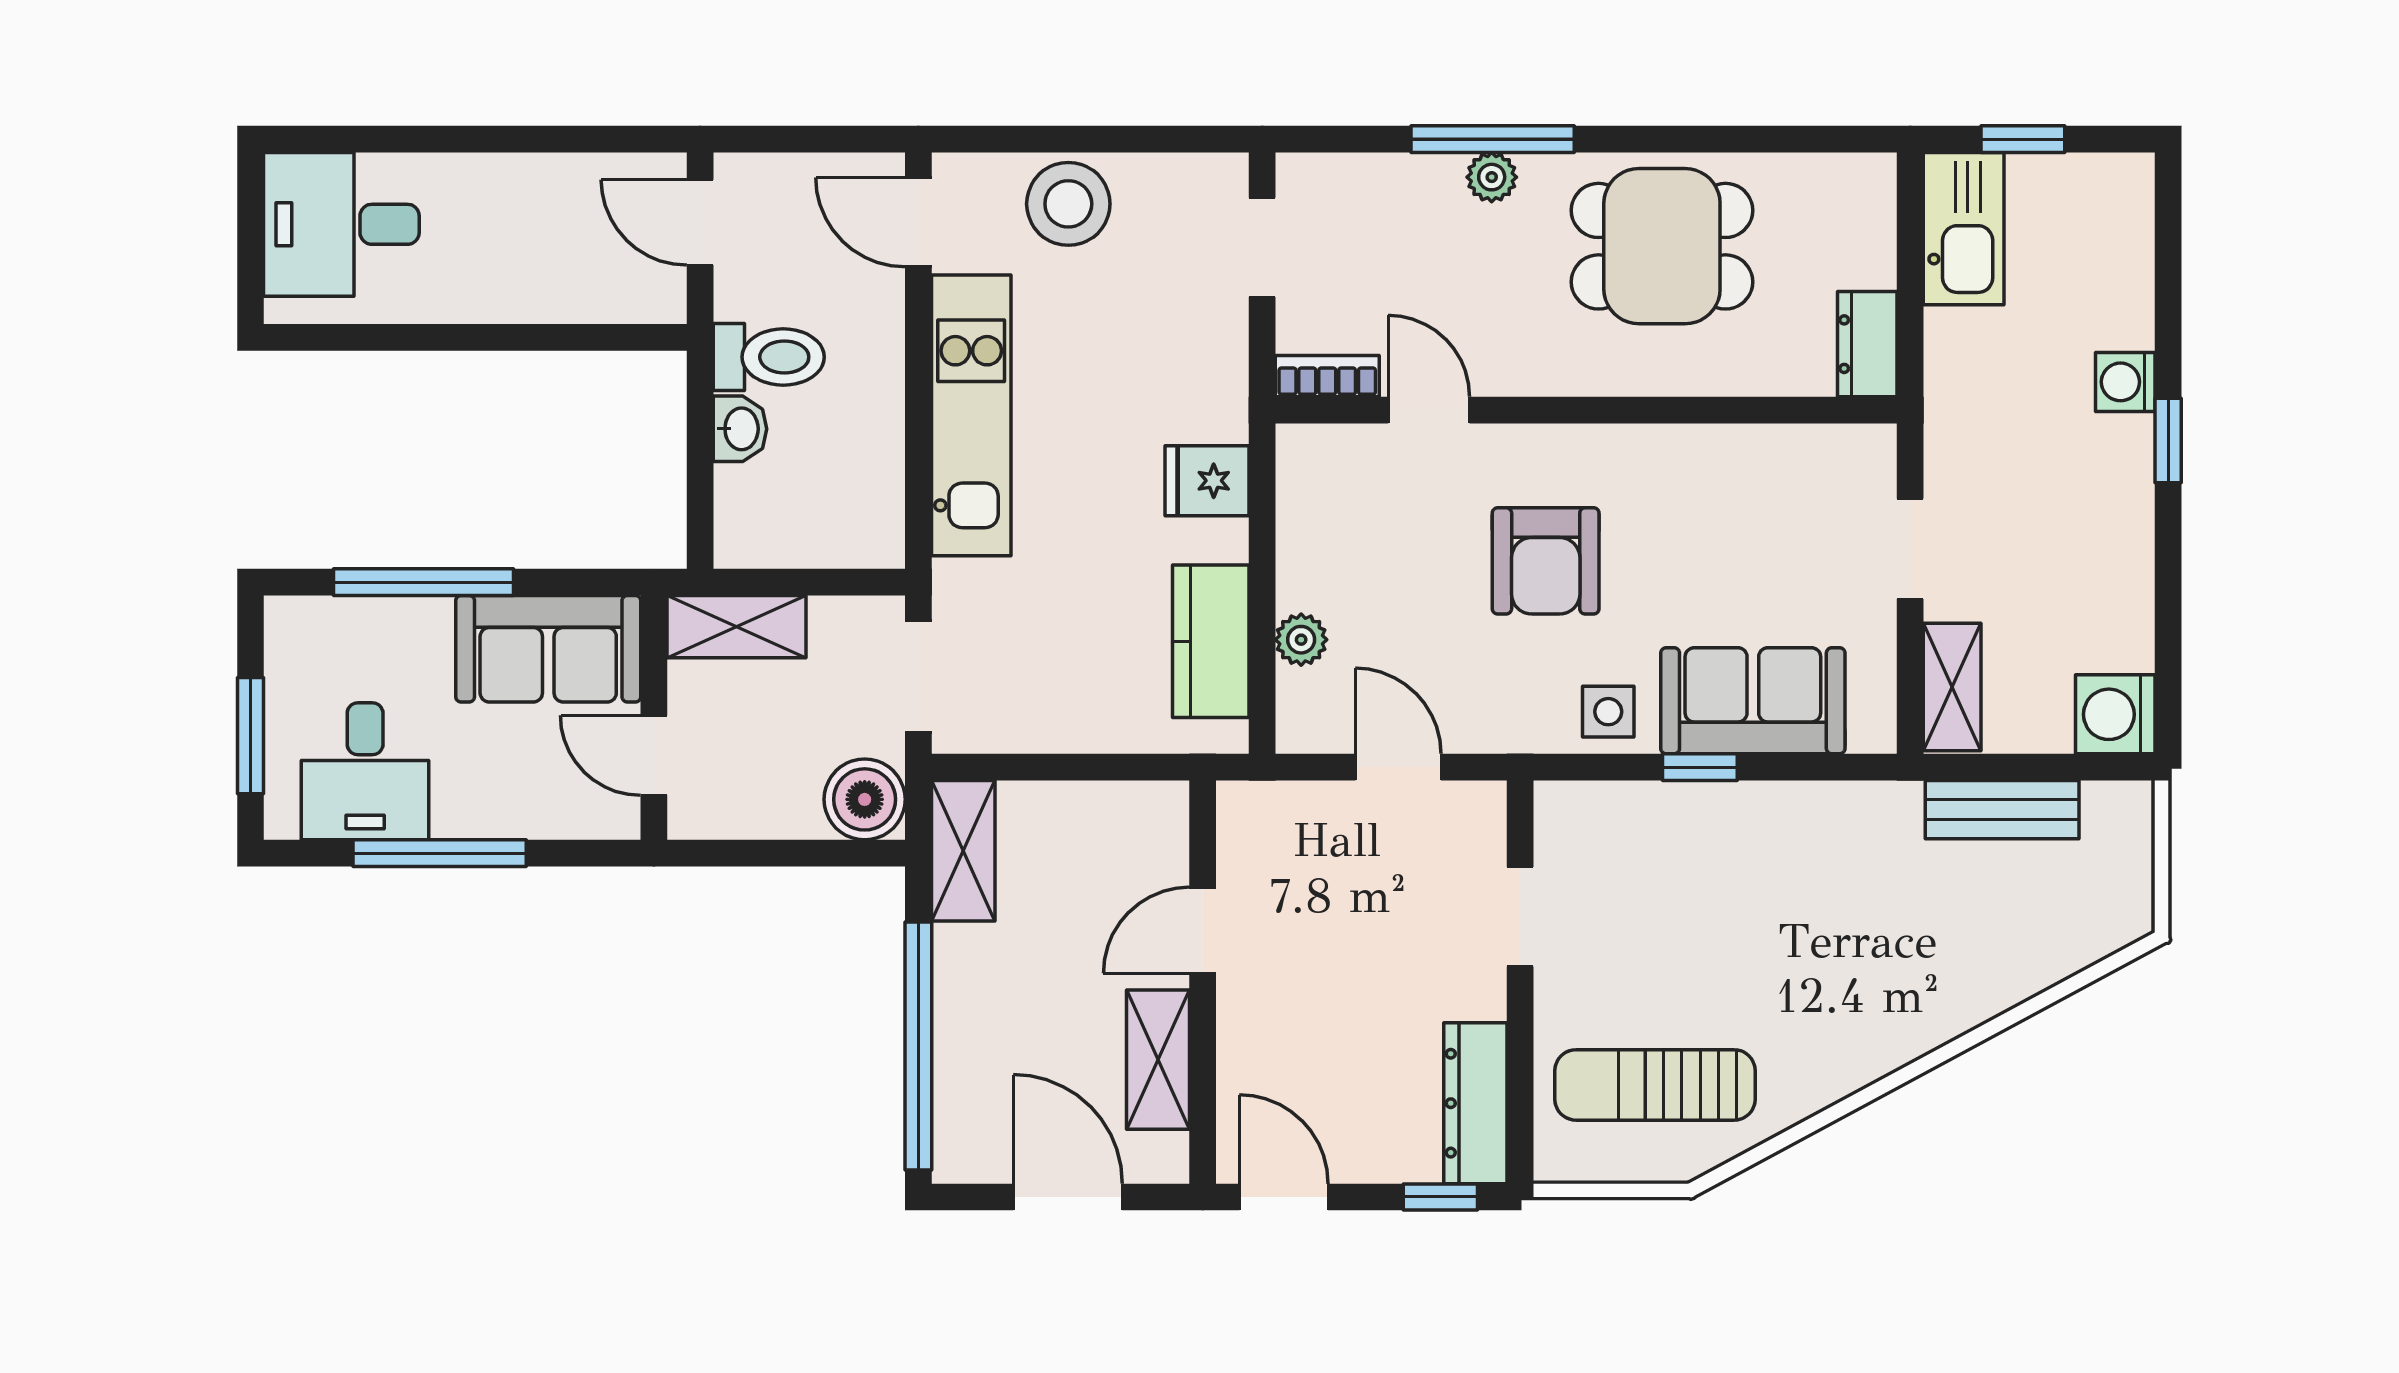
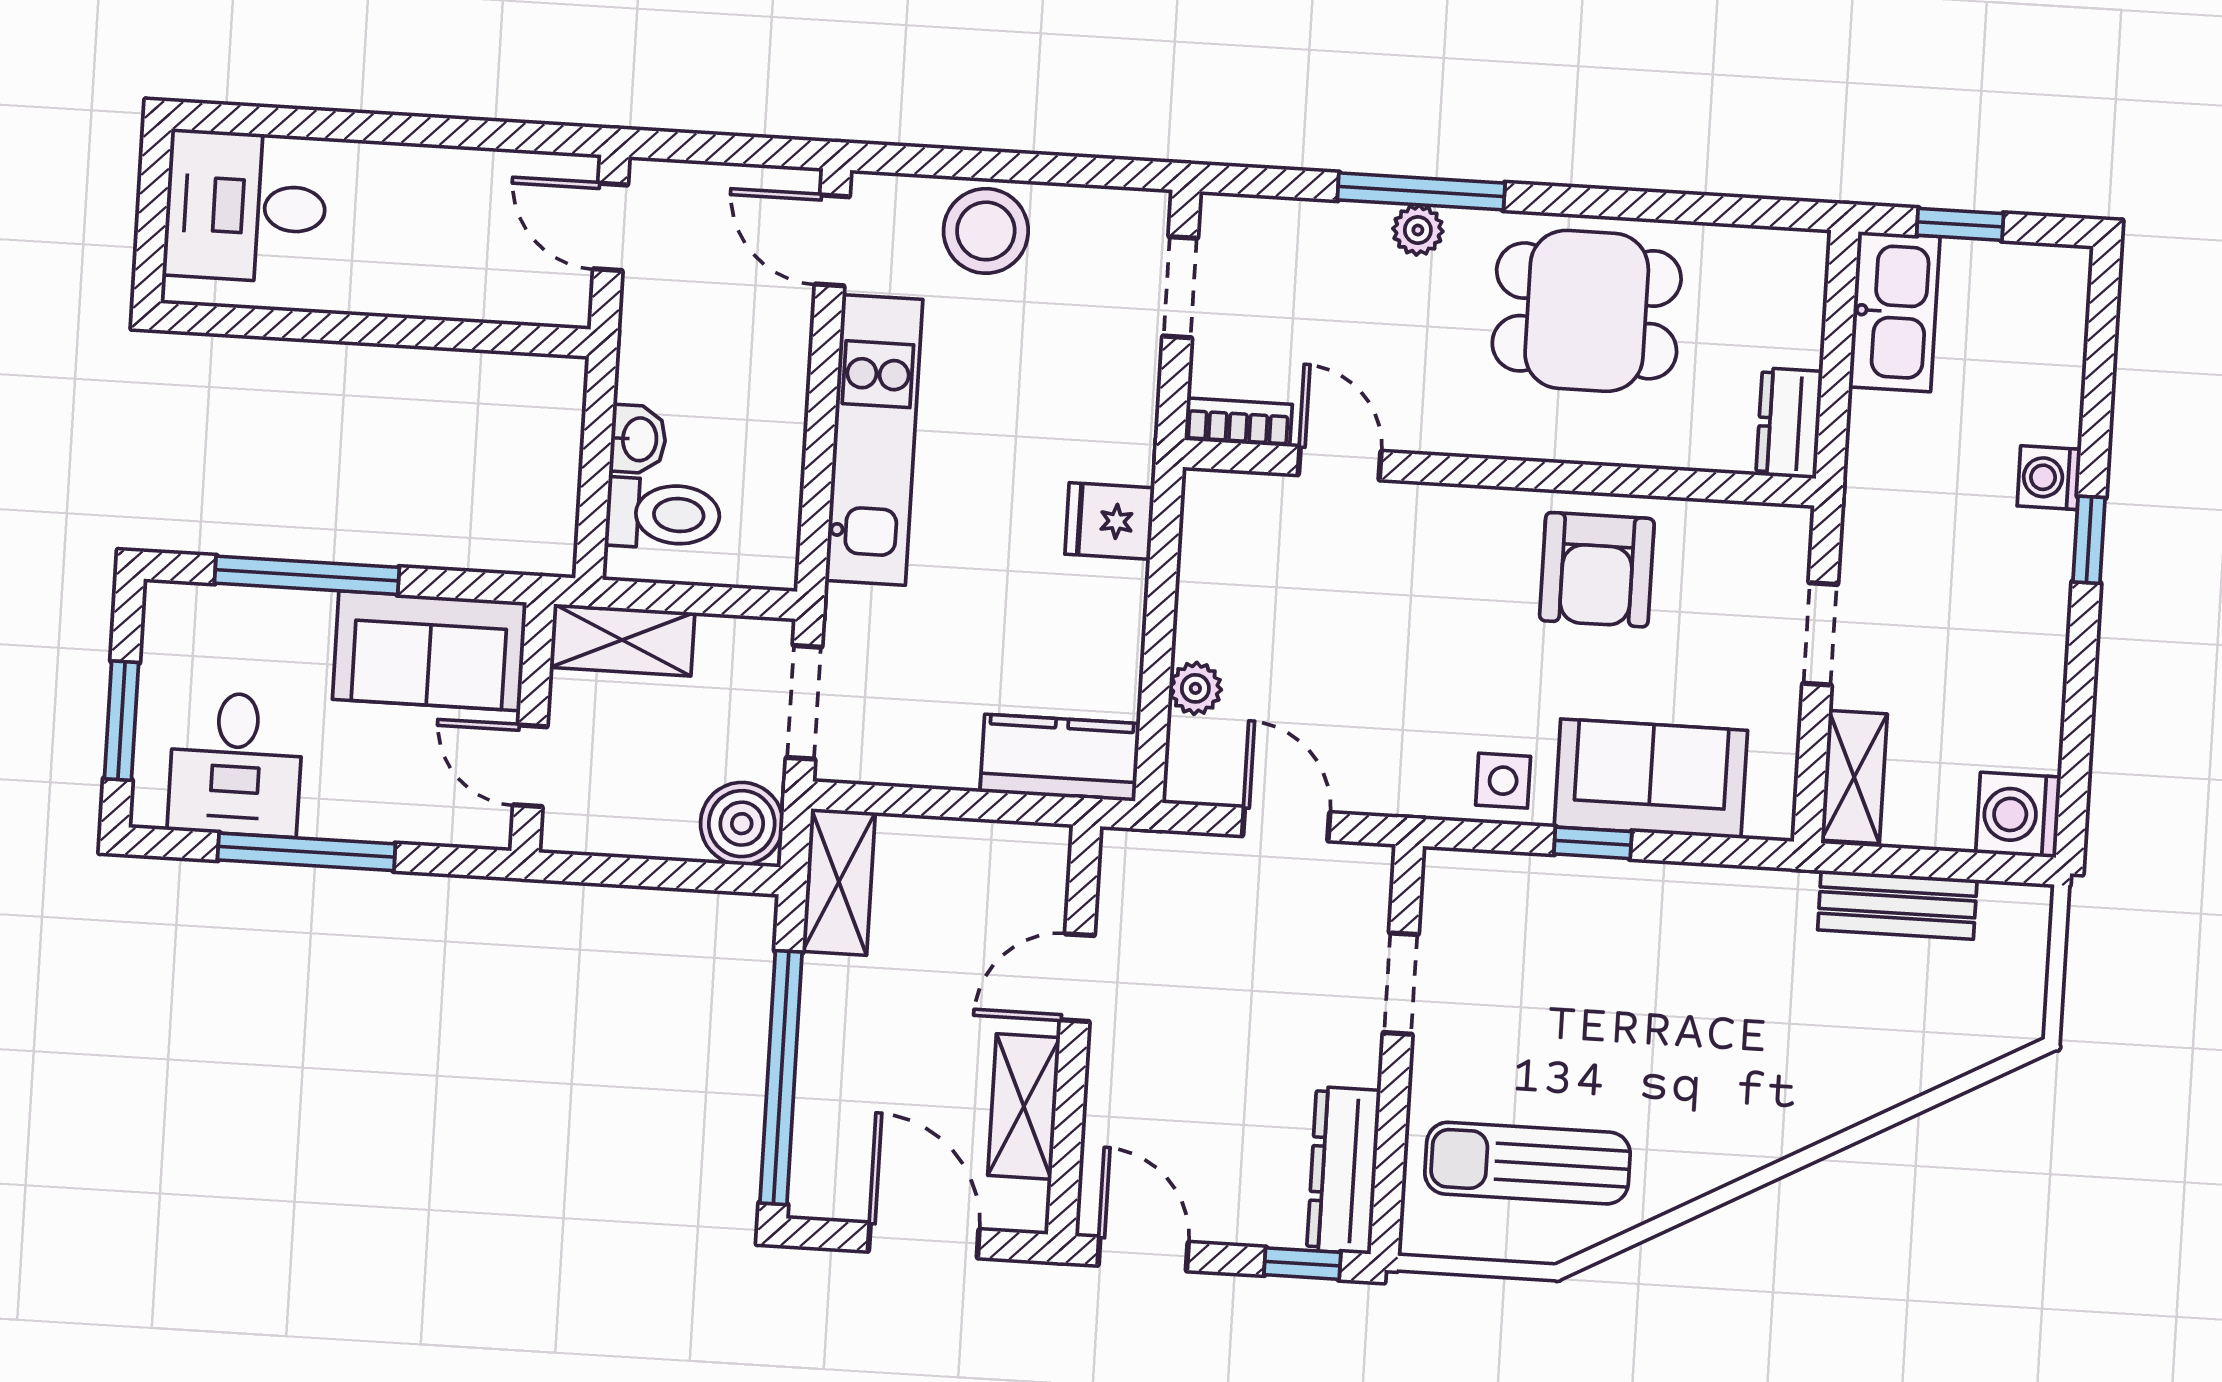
toilet: (769, 357) -> (663, 514), moved
armchair: (1546, 561) -> (1597, 570), moved
kitchen counter: (1211, 641) -> (1060, 758), moved, turned 90

